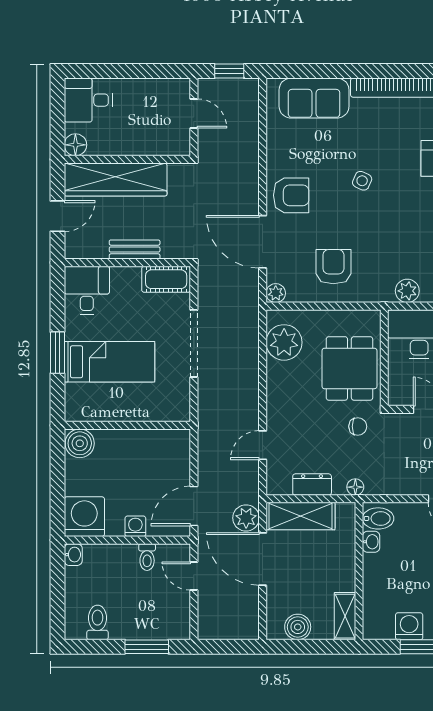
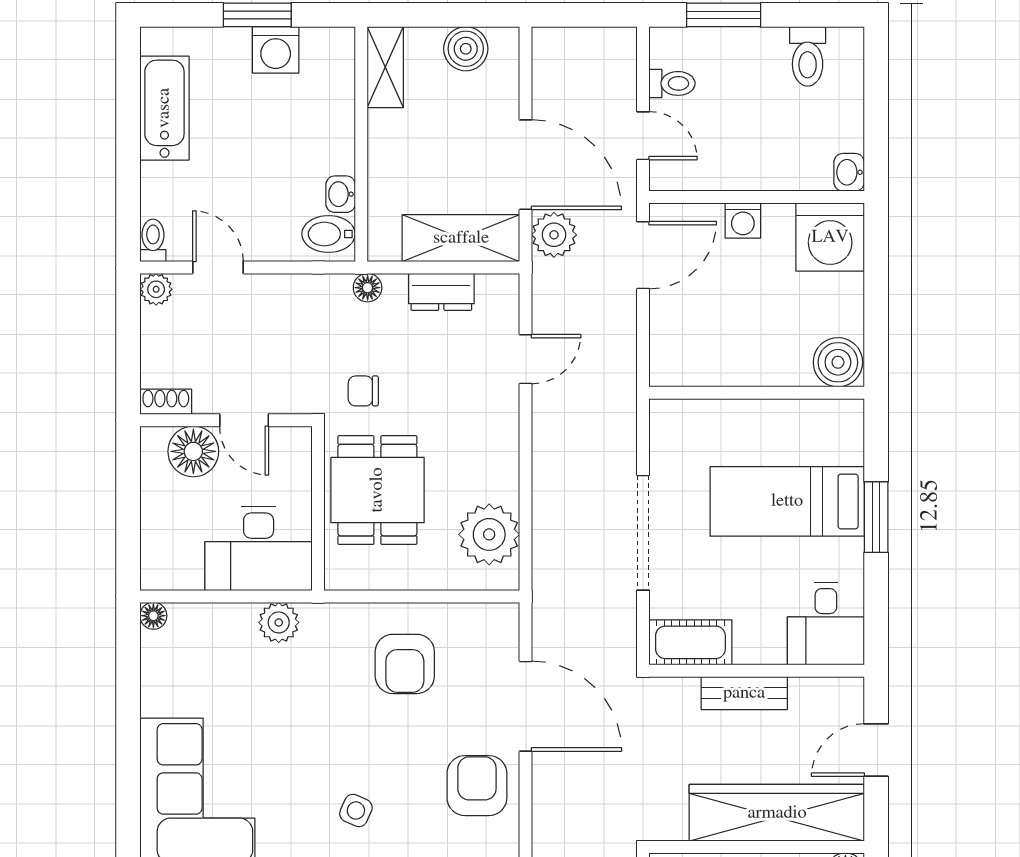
armchair: (291, 195) -> (477, 786), turned 90
plant: (276, 293) -> (503, 619), removed
toilet: (147, 557) -> (672, 83), moved, turned 90

